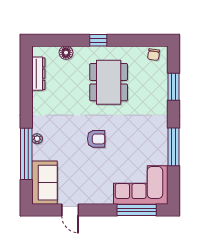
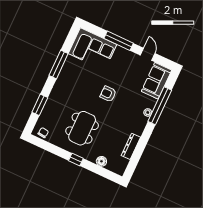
dresser: (38, 74) -> (131, 146), moved
window: (137, 210) -> (119, 41), moved

